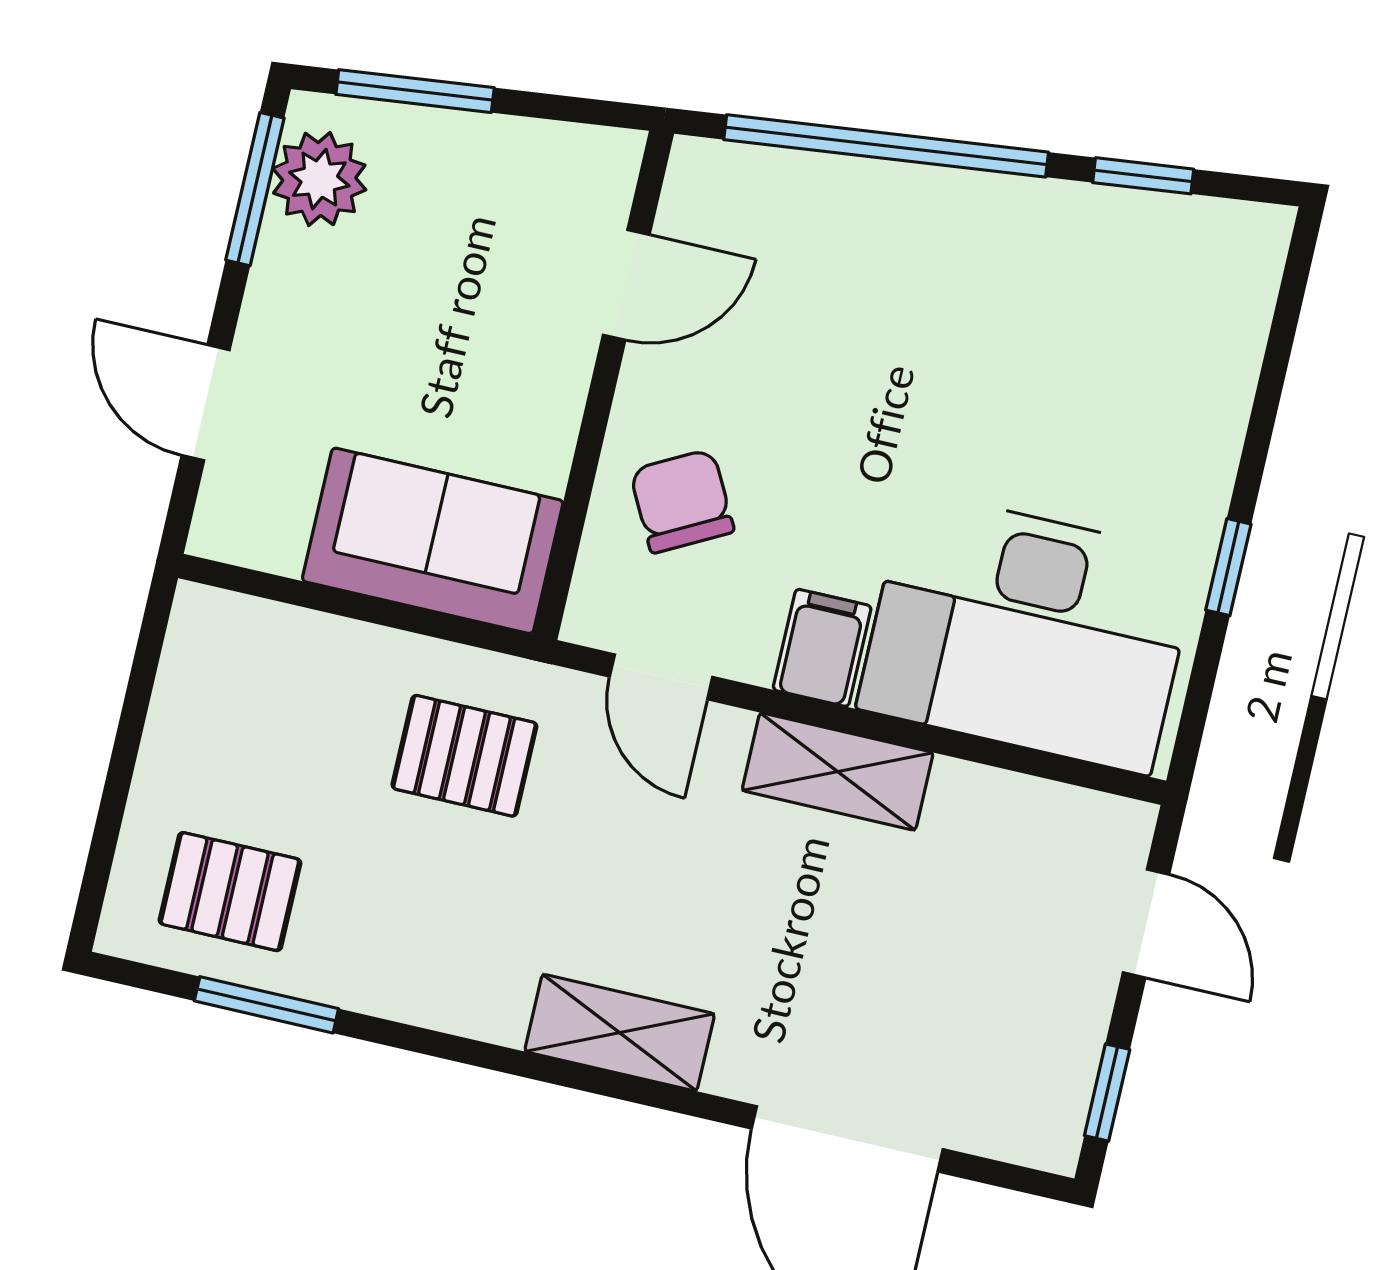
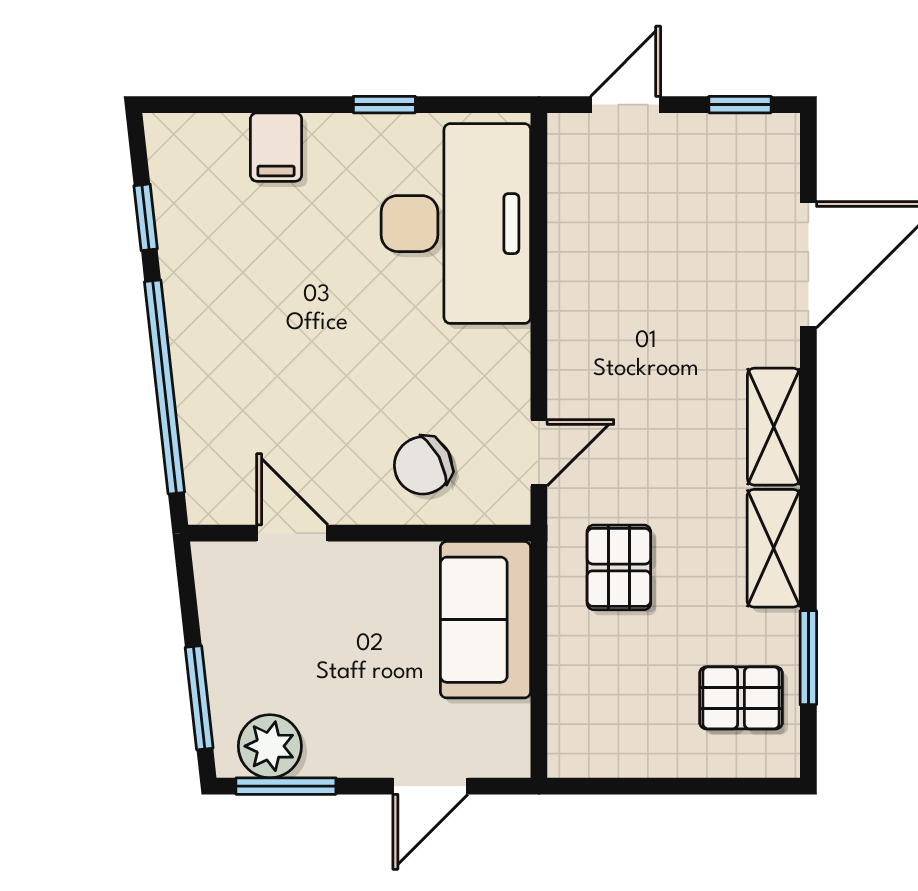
filing cabinet: (822, 648) -> (276, 147), moved, turned -90
shelving: (838, 772) -> (774, 548), moved
pallet: (230, 892) -> (741, 698), turned 90

